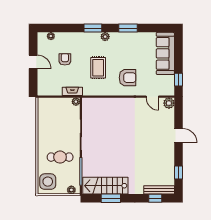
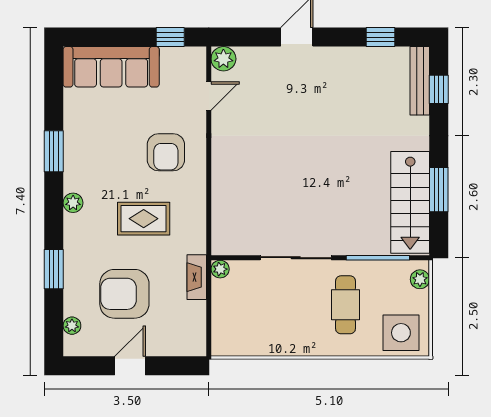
window: (93, 28) -> (54, 269), moved
armchair: (65, 59) -> (124, 294), width x1.88, depth x1.88
armchair: (128, 78) -> (166, 152), turned 180

